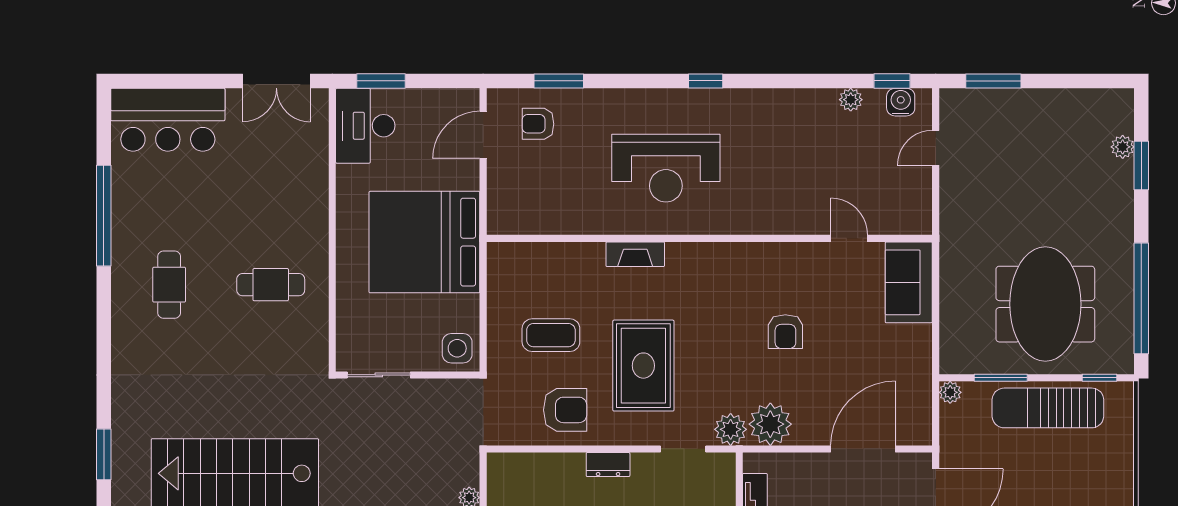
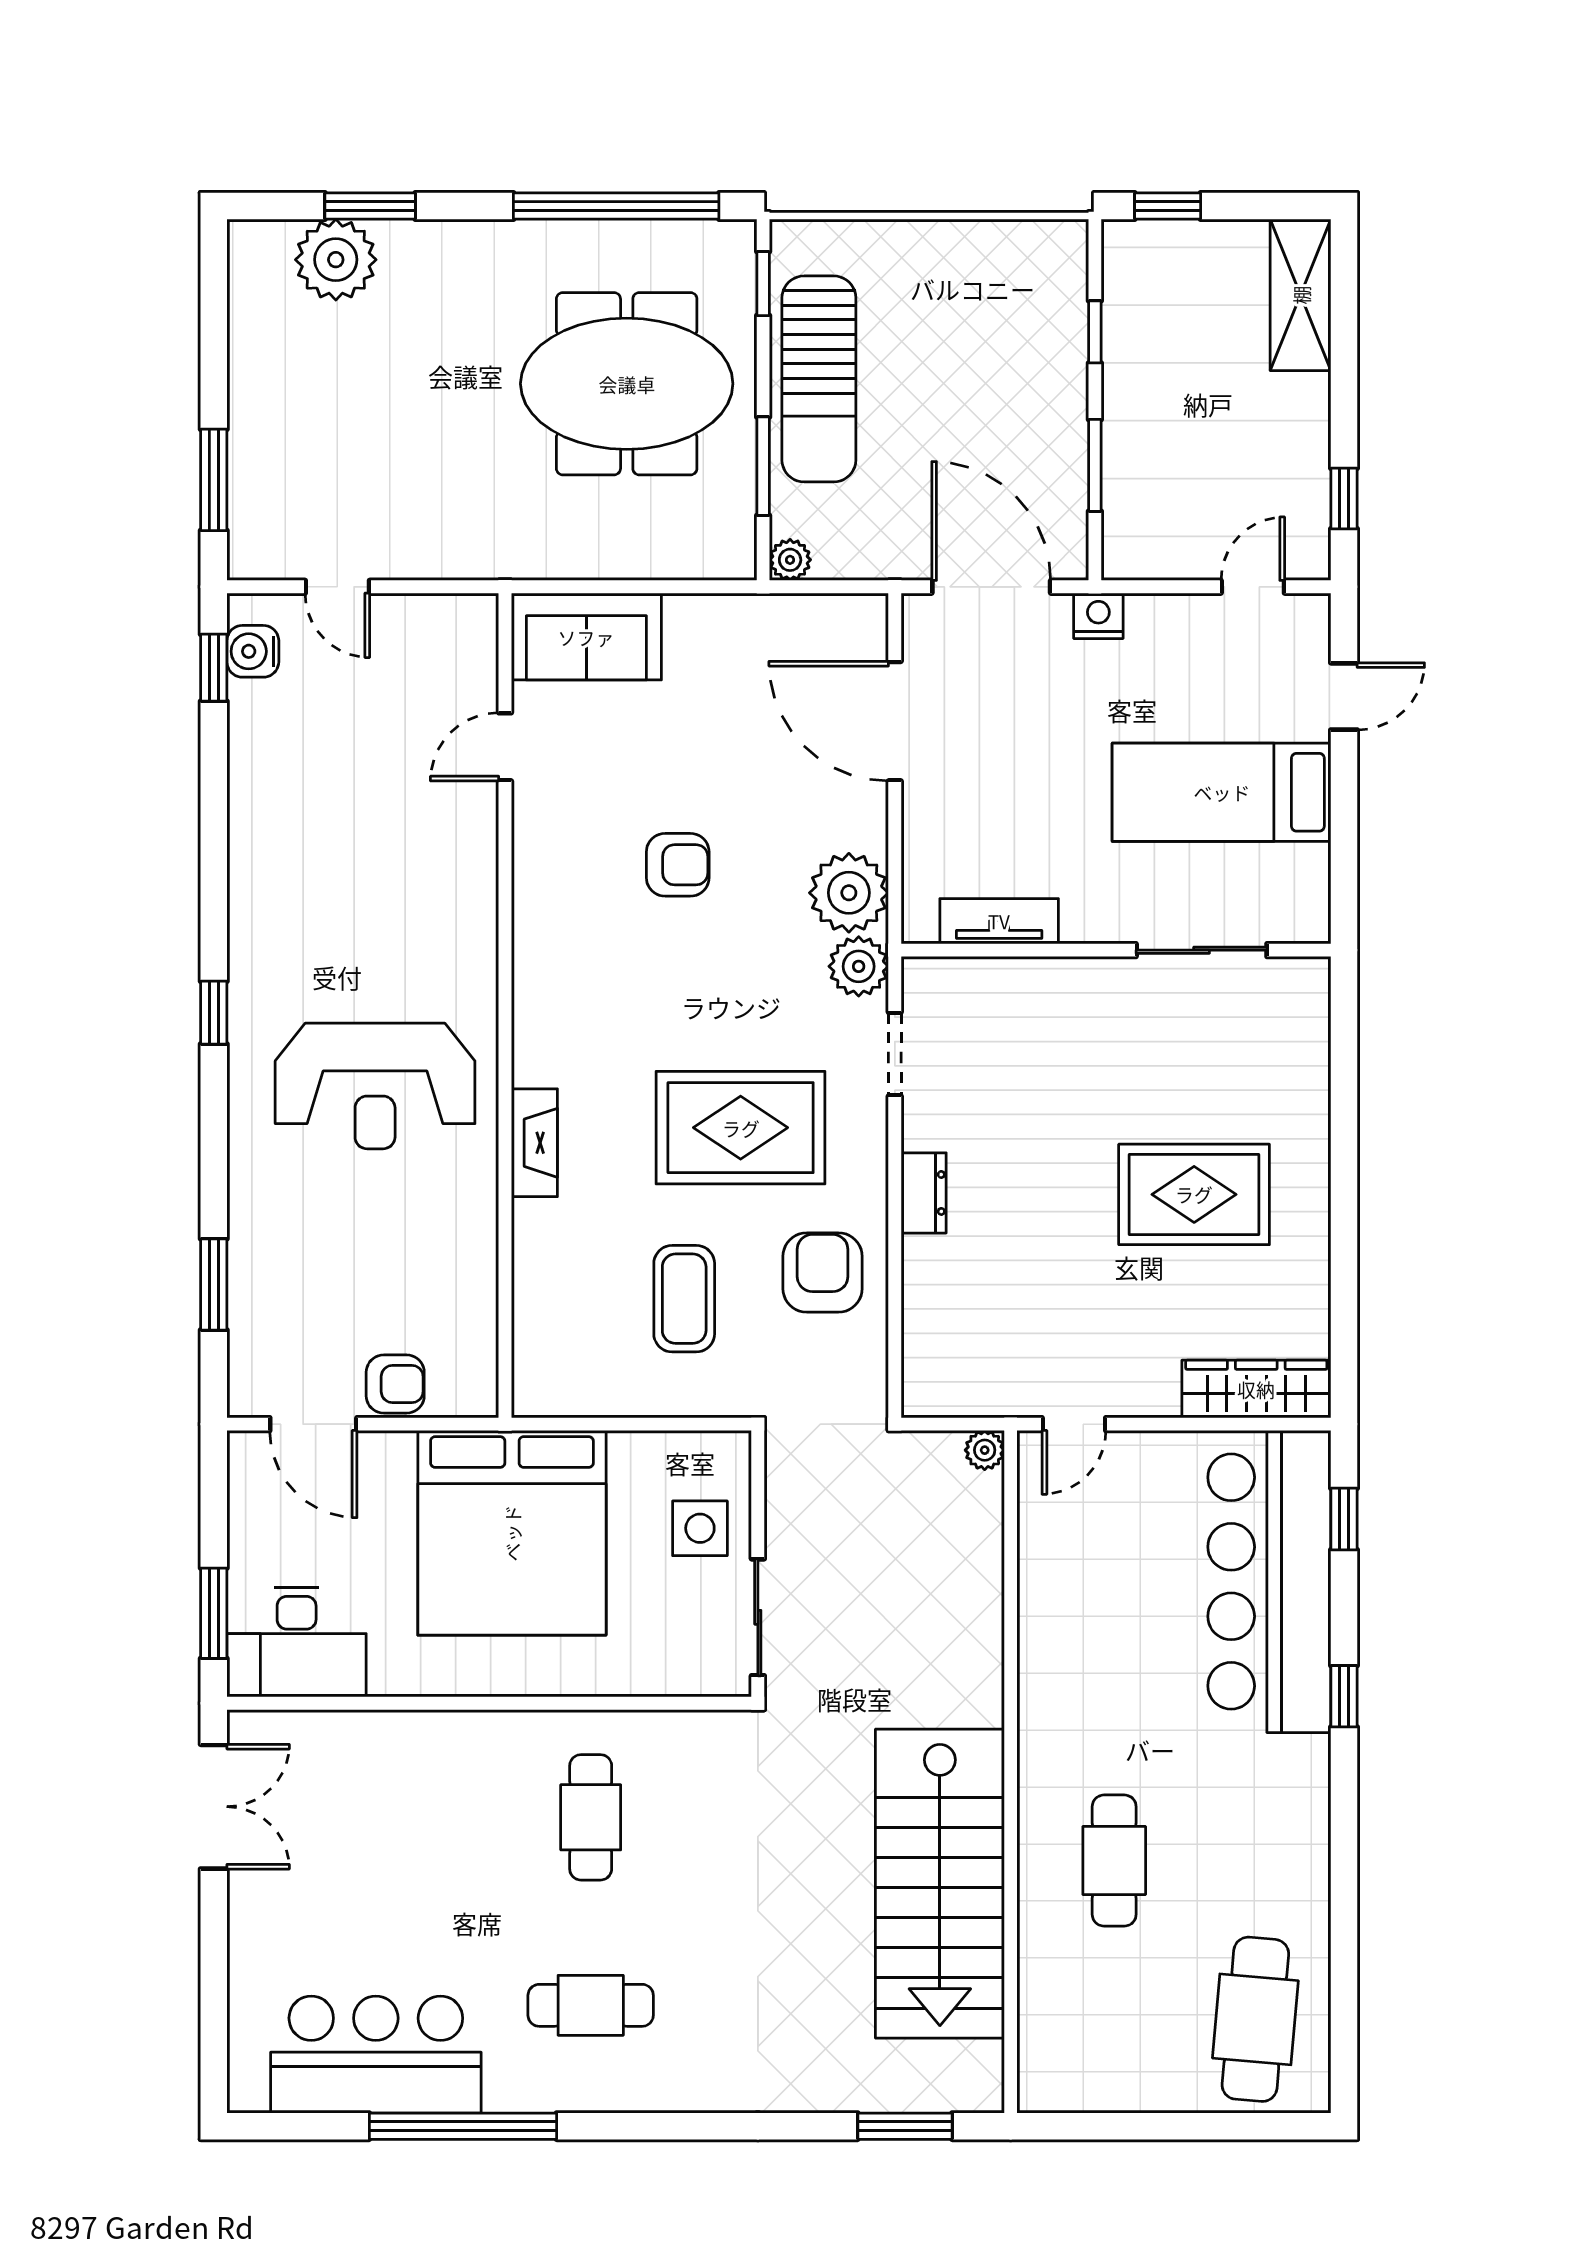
plant: (851, 100) -> (248, 744), removed
bar counter: (168, 120) -> (376, 2055), moved, turned -90
armchair: (538, 124) -> (395, 1384), moved, turned -90
plant: (1123, 147) -> (336, 260), width x1.88, depth x1.88
reception desk: (666, 168) -> (375, 1086), turned 90
side table: (457, 348) -> (700, 1528), moved

